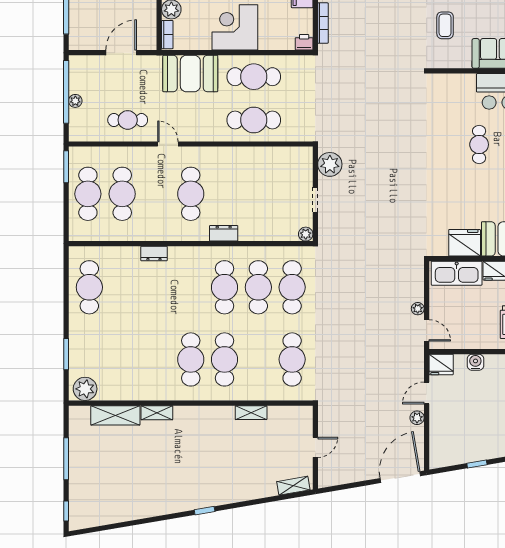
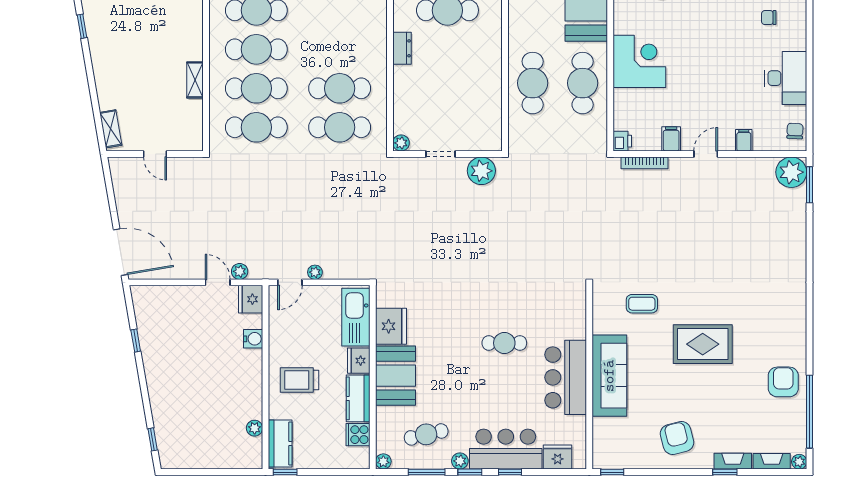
cafe table: (225, 287) -> (256, 88), moved
plant: (417, 418) -> (240, 271), moved

